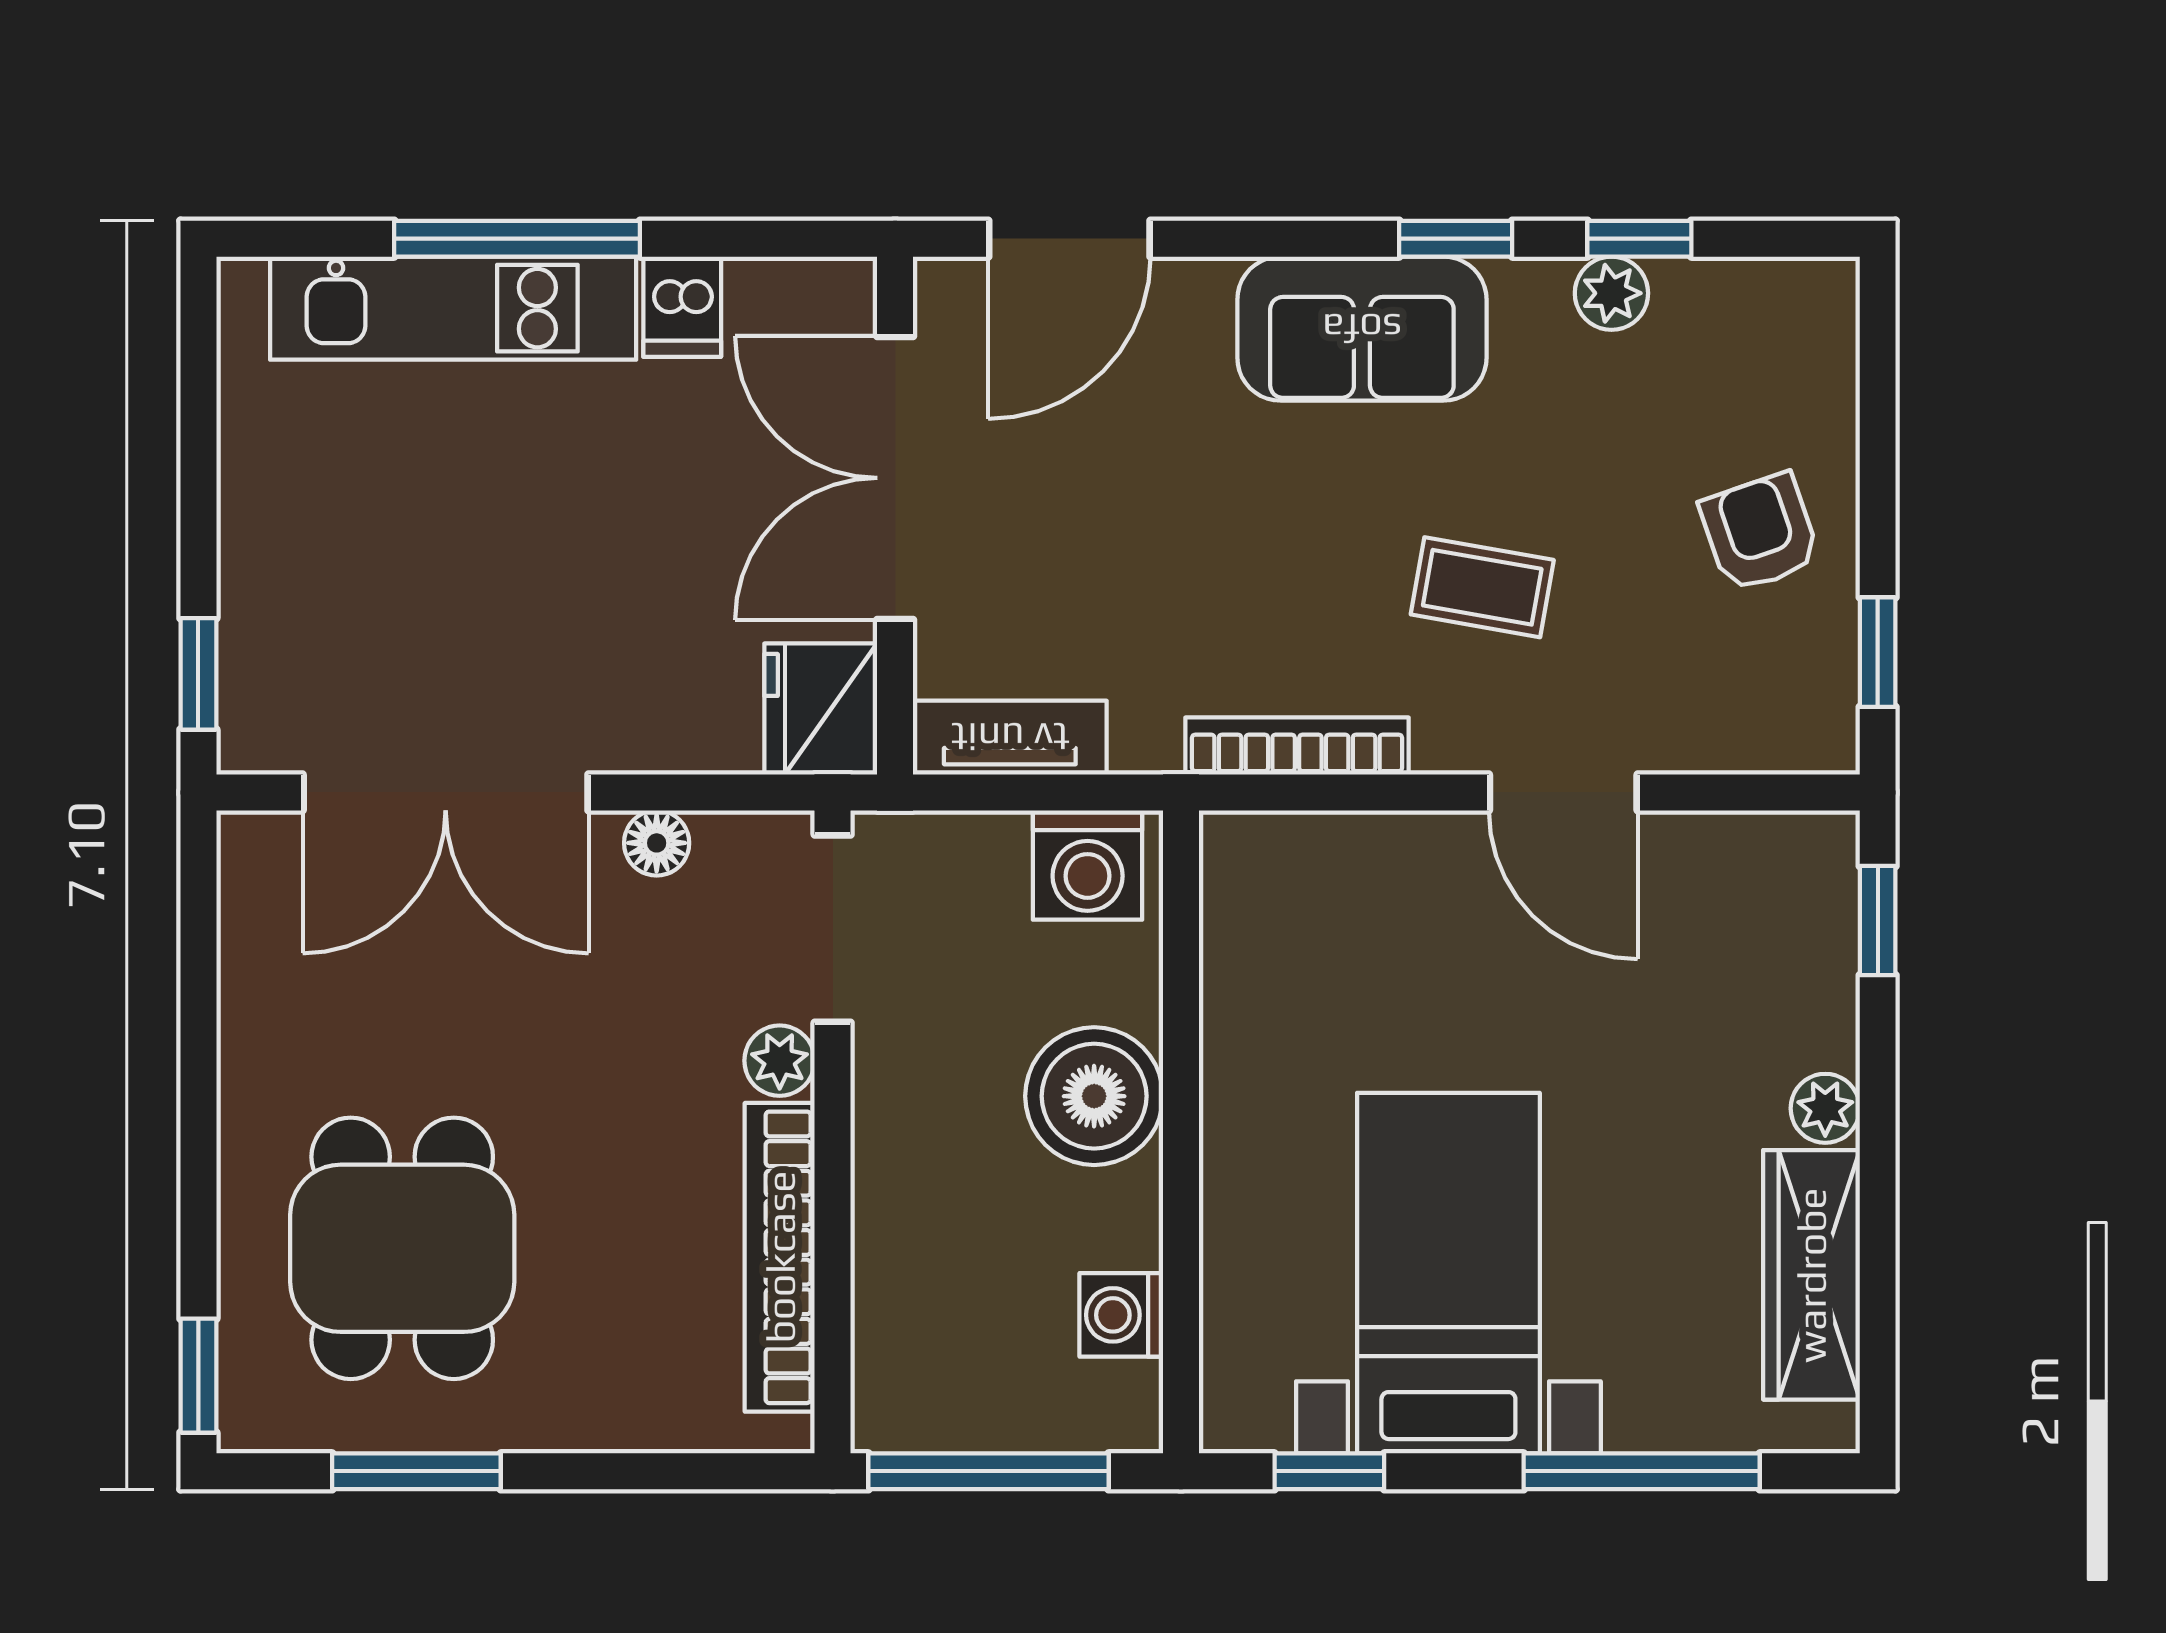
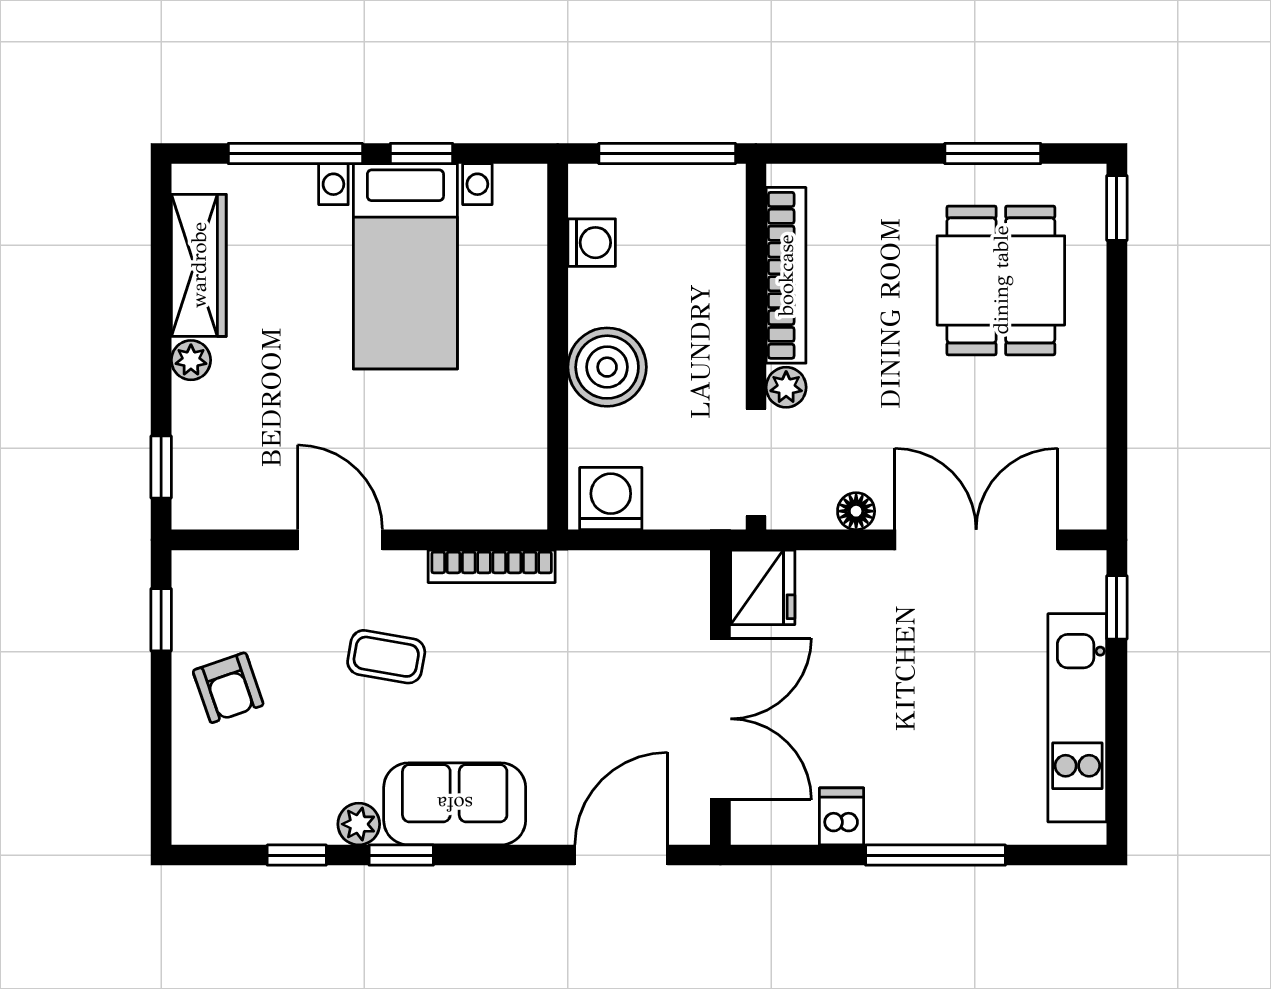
plant: (1611, 293) -> (359, 824), moved
kitchen unit: (453, 308) -> (1077, 718), moved, turned -90
tv unit: (1010, 738) -> (655, 571), removed
window: (1329, 1471) -> (422, 154), moved

